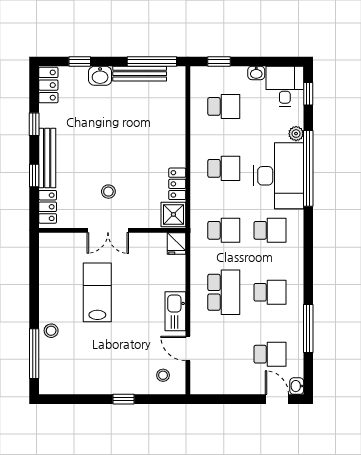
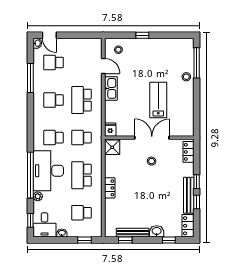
window: (152, 61) -> (125, 240), width x0.46
bench: (47, 158) -> (189, 195), moved
school desk: (224, 168) -> (82, 175), width x1.85
window: (34, 175) -> (197, 182), moved
locker: (177, 184) -> (110, 188), moved
double door: (108, 230) -> (152, 138), width x1.37
lab bench: (97, 292) -> (158, 100), turned 180

